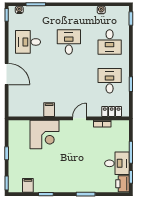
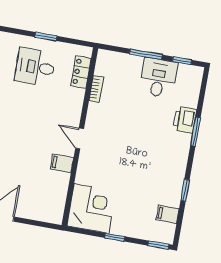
door: (80, 118) -> (80, 138), moved
corner desk: (45, 135) -> (91, 209), moved
printer: (123, 184) -> (185, 120), moved, turned 90

